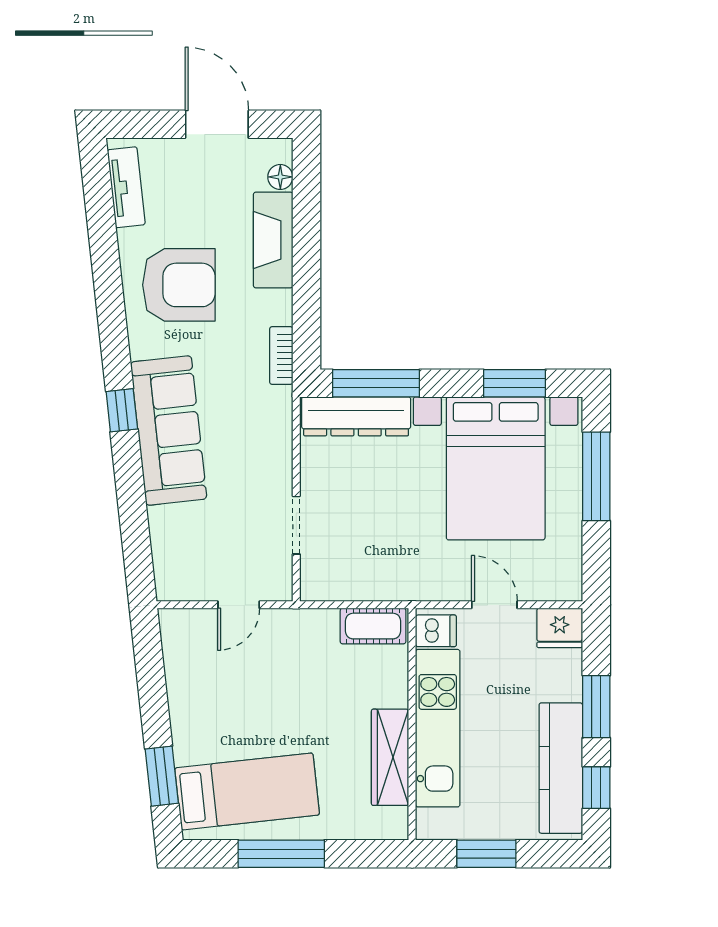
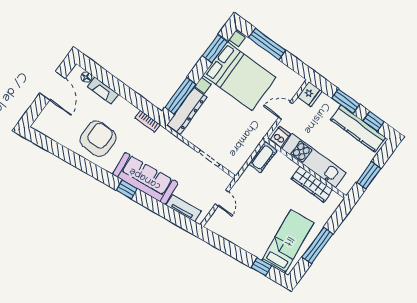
door: (217, 124) -> (53, 86), swing flipped
tv unit: (126, 187) -> (184, 208), moved
fireplace: (273, 240) -> (103, 90), width x0.73, depth x0.76
window: (162, 776) -> (261, 267), width x0.67

